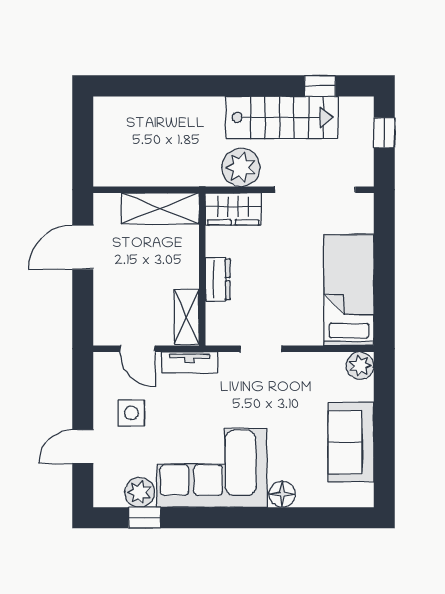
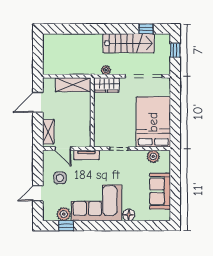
plant: (241, 167) -> (106, 70), width x0.53, depth x0.53
dresser: (218, 279) -> (99, 117), removed
bed: (349, 290) -> (153, 122), width x1.50
shelving: (187, 317) -> (48, 132), moved
plant: (360, 366) -> (153, 156), moved

